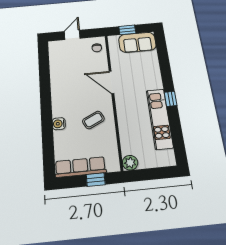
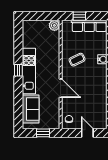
door: (72, 35) -> (87, 133), swing flipped
sofa: (137, 42) -> (31, 109), moved, turned 90
kitchen unit: (160, 119) -> (29, 71), moved

